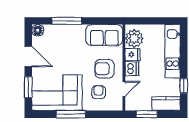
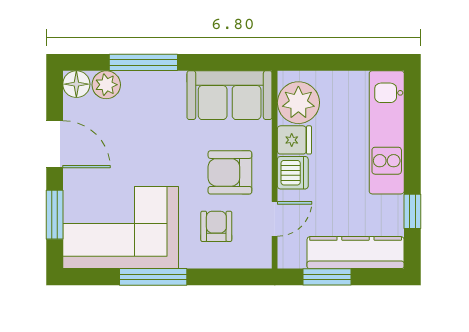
plant: (51, 31) -> (106, 85), added
kitchen counter: (166, 104) -> (356, 253), width x1.50

